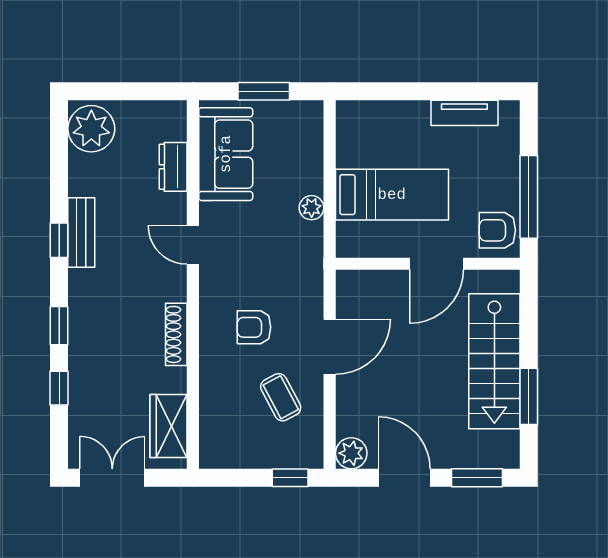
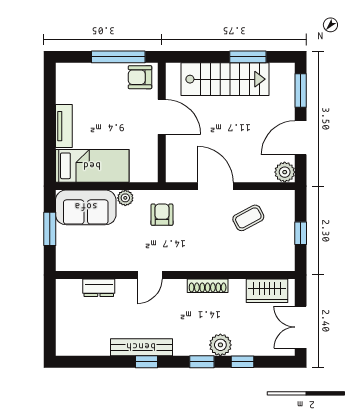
tv unit: (464, 113) -> (64, 126), moved
plant: (91, 129) -> (220, 345), moved, width x0.73, depth x0.73
sofa: (226, 154) -> (86, 207), moved, turned 180
bed: (392, 195) -> (92, 166), moved, turned 90
armchair: (497, 230) -> (140, 77), turned 90
bench: (81, 233) -> (141, 347), width x1.36
armchair: (254, 327) -> (162, 215), moved, turned 180
window: (290, 478) -> (301, 233), moved

